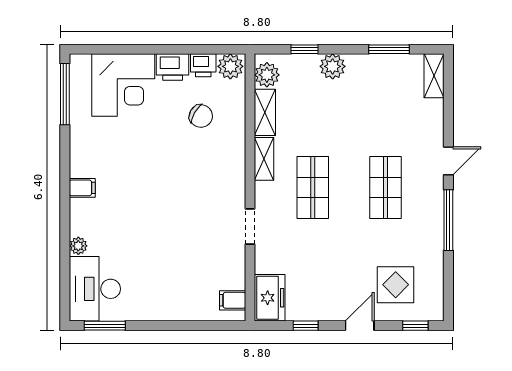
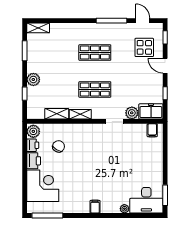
plant: (267, 75) -> (132, 113), moved
door: (448, 161) -> (143, 21), moved

